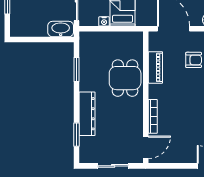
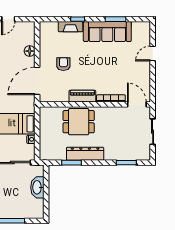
washbasin: (61, 29) -> (37, 187), moved
piano: (155, 67) -> (82, 96), moved
dresser: (87, 114) -> (85, 154), moved

